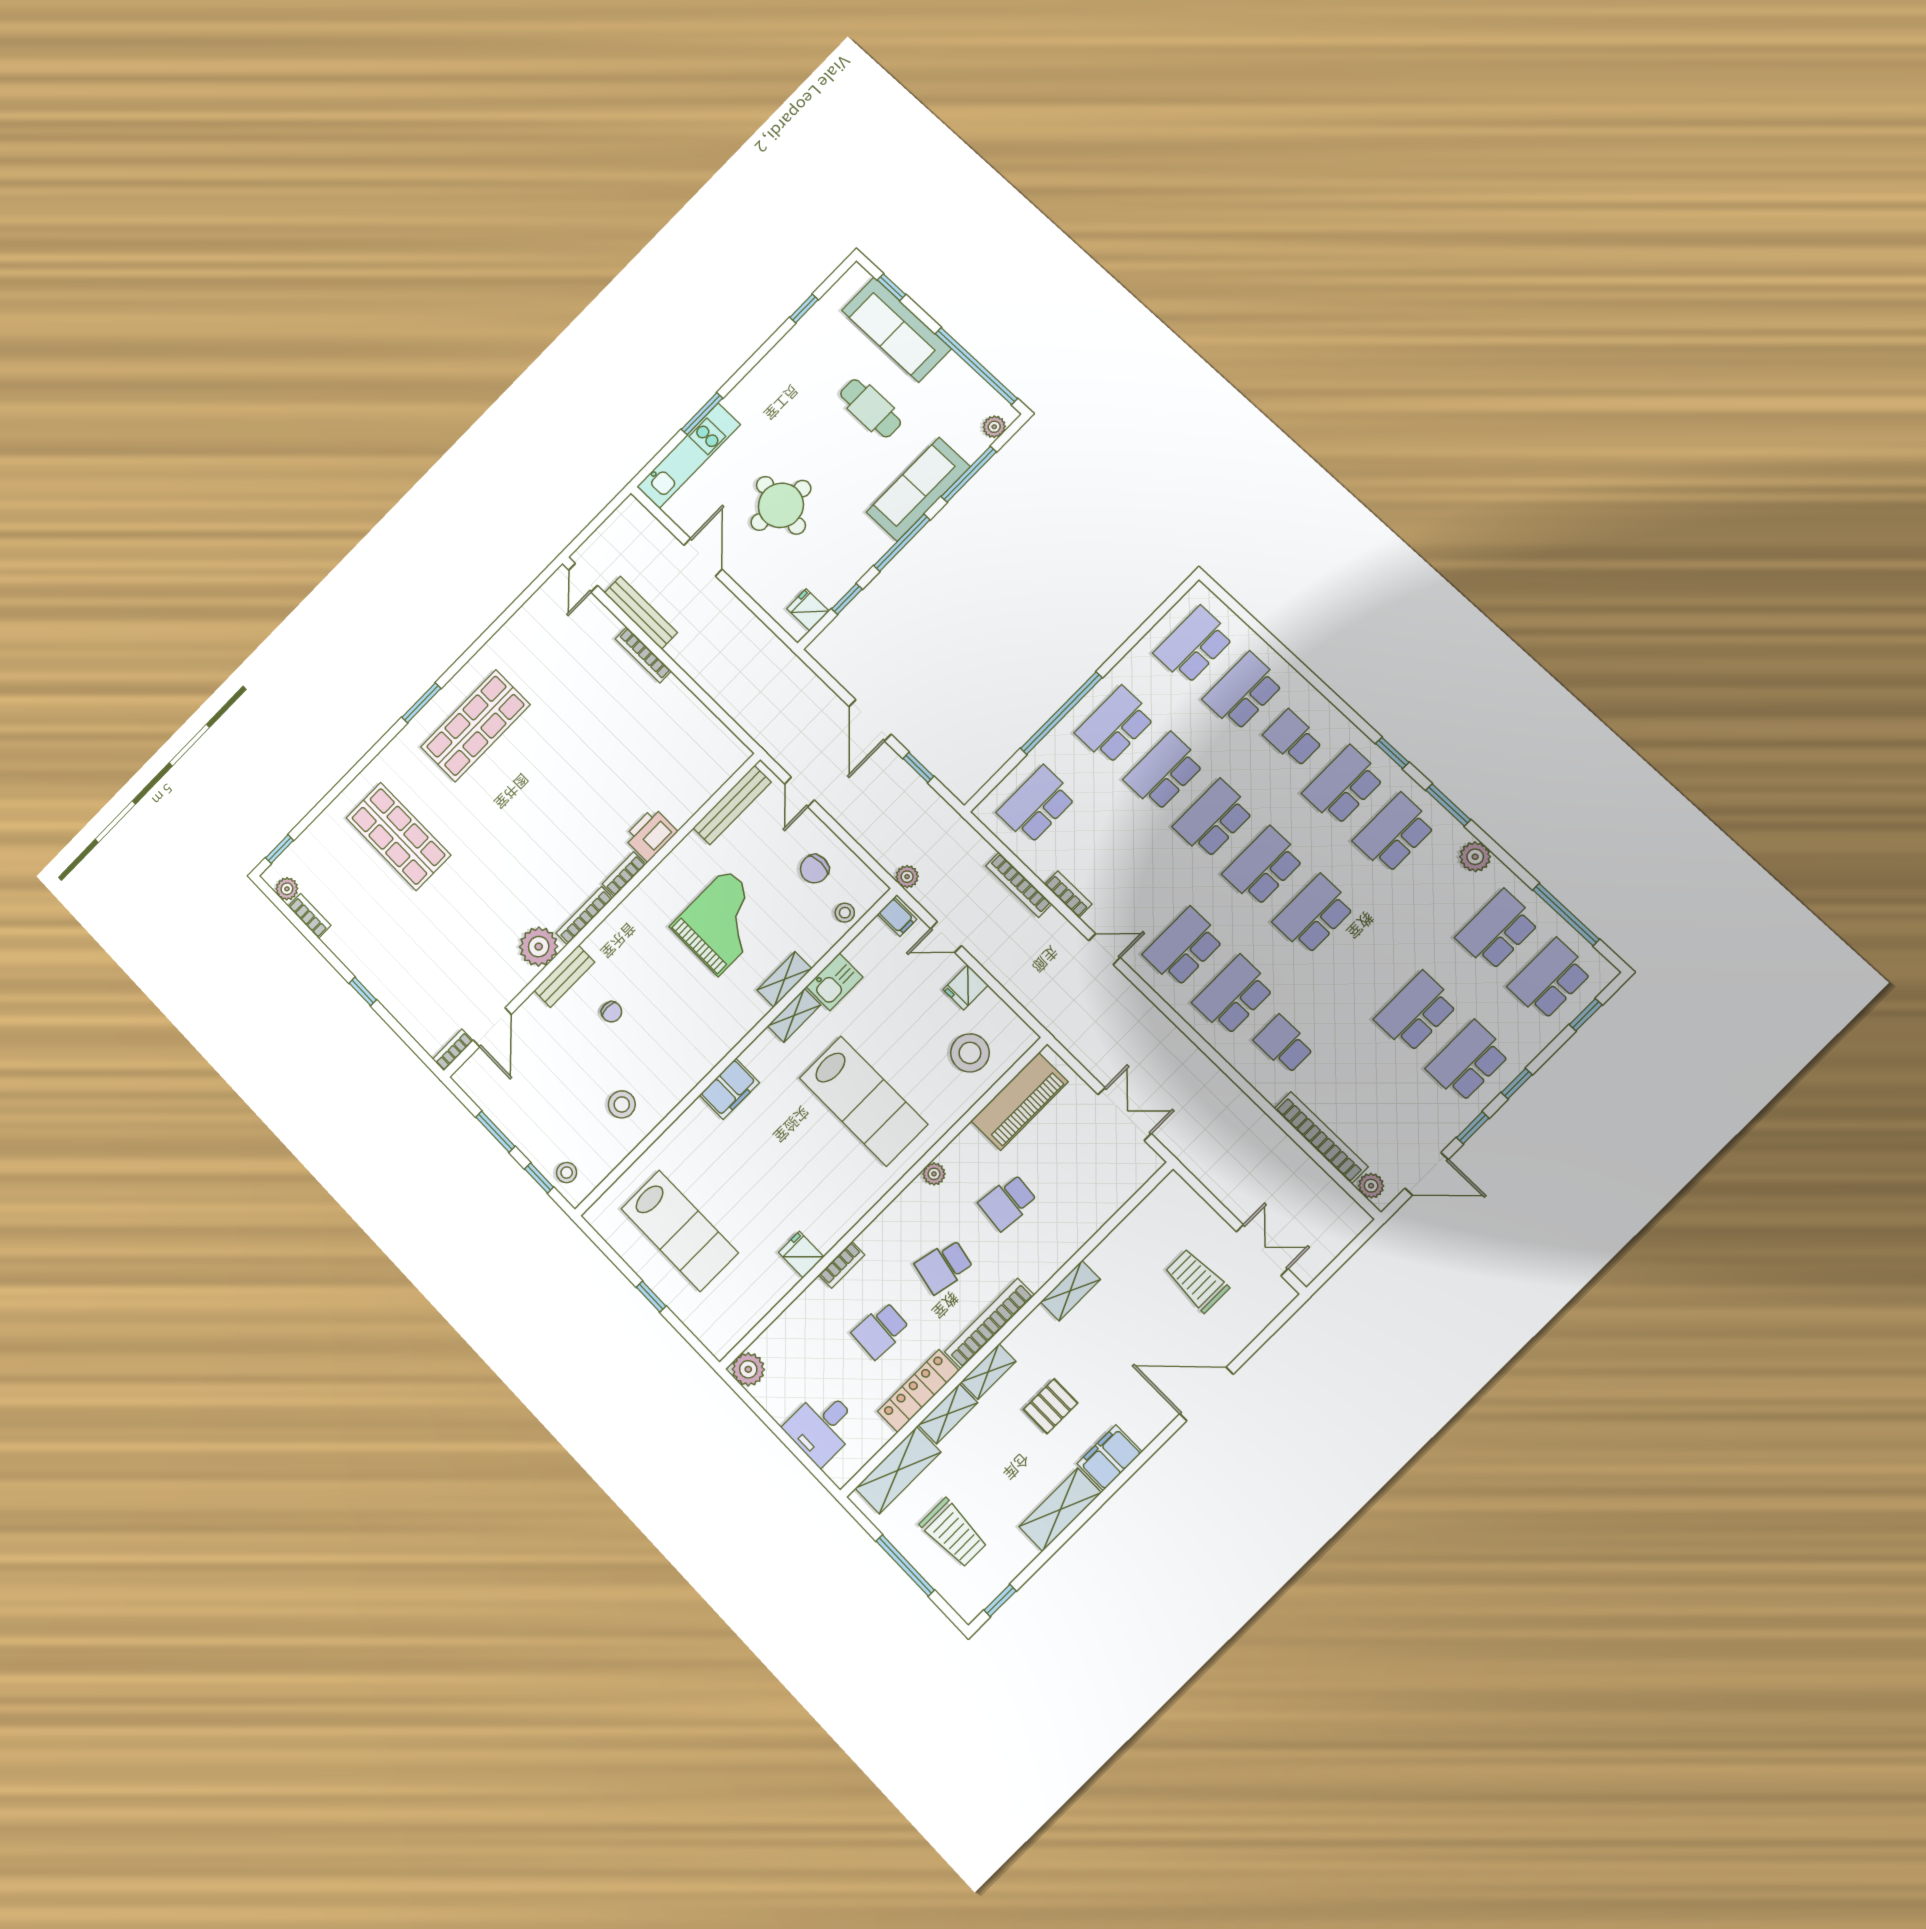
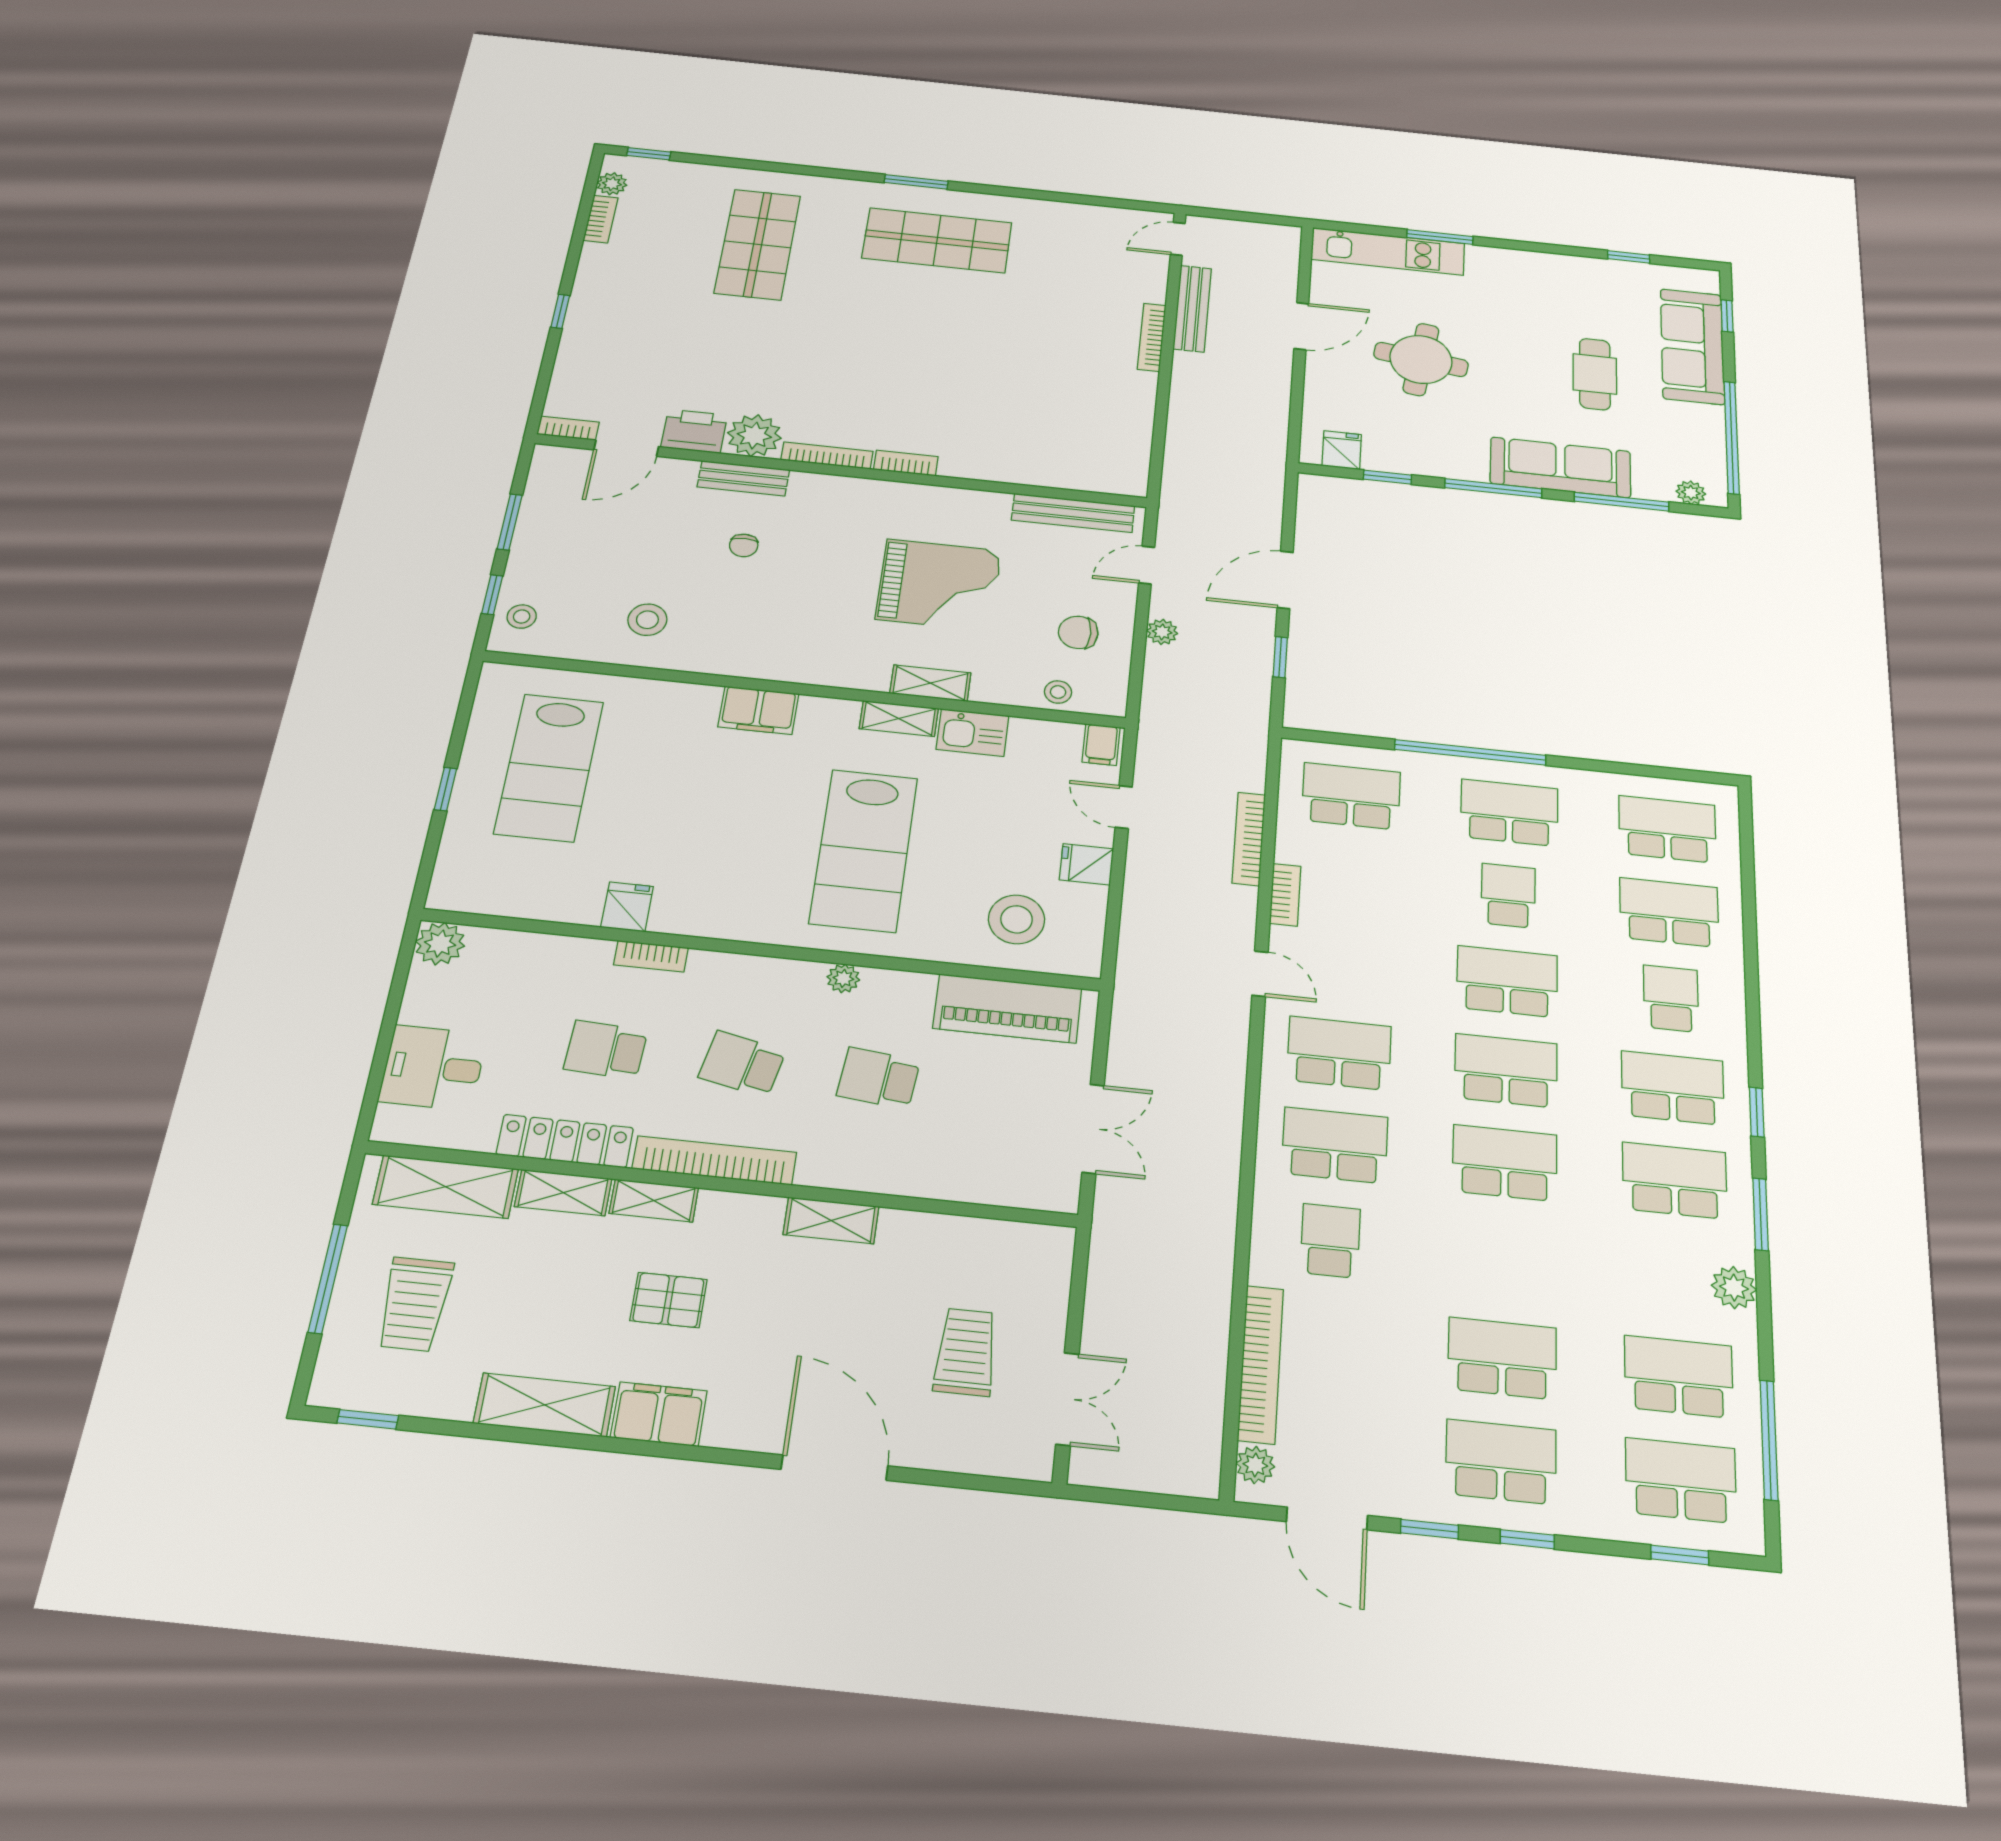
school desk: (1164, 772) -> (1508, 896), width x0.54
printer: (651, 835) -> (694, 431), moved
plant: (907, 877) -> (1162, 632), moved

